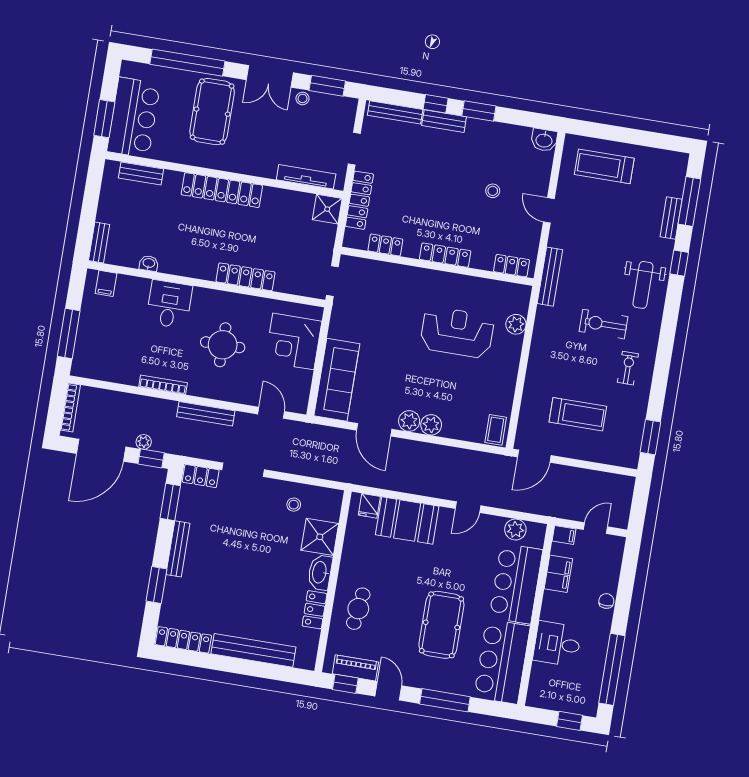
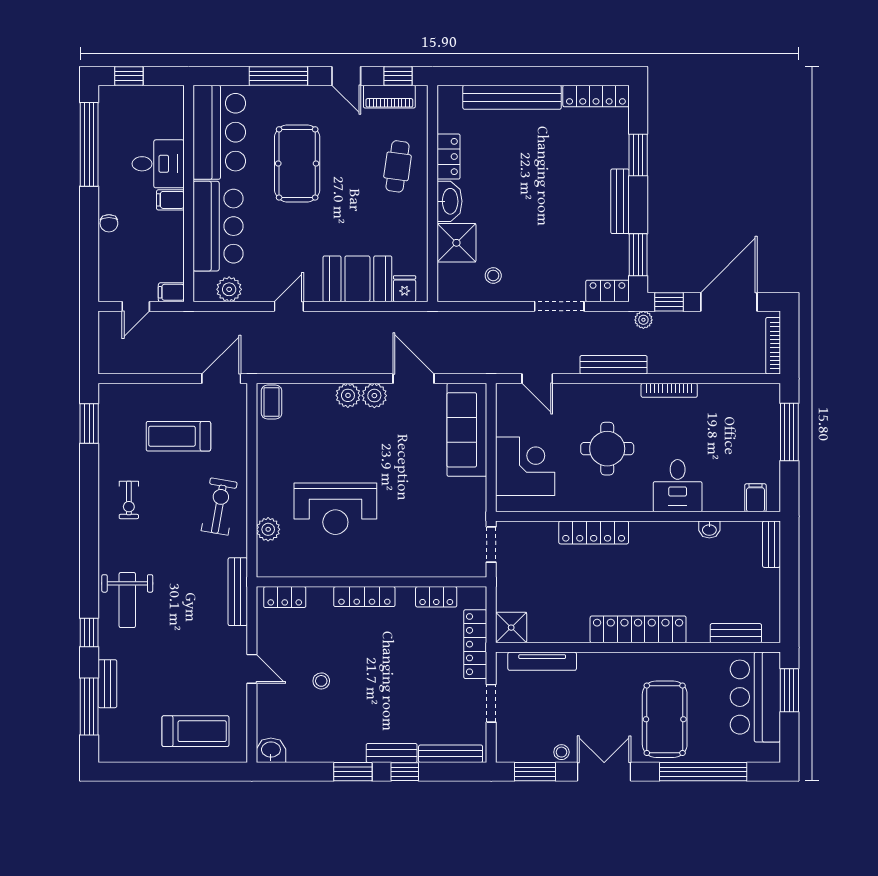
weight bench: (643, 285) -> (127, 600), turned 180
exercise bike: (604, 324) -> (219, 507), moved, turned -80
plant: (144, 442) -> (643, 320), moved
filing cabinet: (558, 574) -> (170, 200), moved, width x0.50

